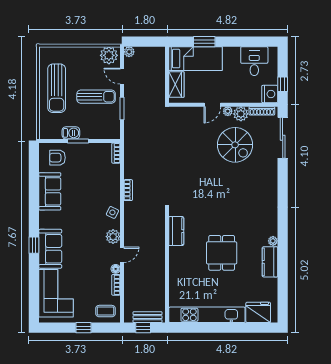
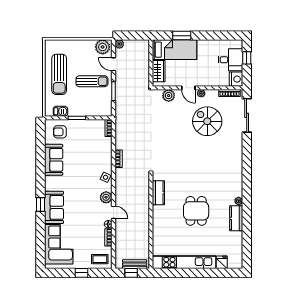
desk: (254, 61) -> (230, 60), moved, turned 90
window: (283, 84) -> (247, 58), moved
door: (212, 105) -> (188, 88), hinge flipped
plant: (241, 114) -> (169, 96), moved
barbecue: (71, 133) -> (60, 111), moved
spiral stairs: (235, 145) -> (207, 121), turned 180
door: (122, 255) -> (113, 212), hinge flipped
fridge: (258, 312) -> (222, 262), width x0.53, depth x0.75

